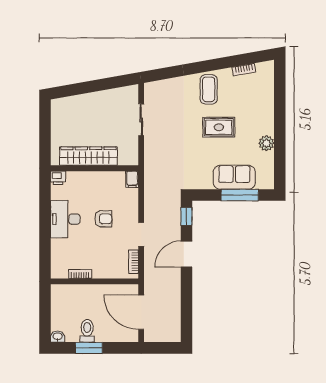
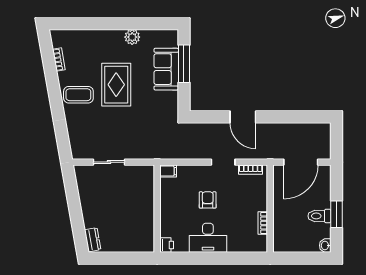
dresser: (63, 104) -> (93, 240), added
rug: (219, 127) -> (116, 85), width x1.36, depth x1.43
wardrobe: (88, 156) -> (145, 215), removed
window: (186, 216) -> (205, 117), removed

